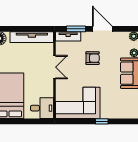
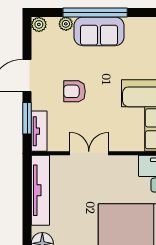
armchair: (93, 58) -> (74, 91), turned -90

